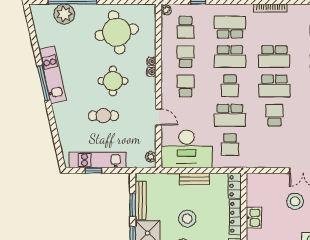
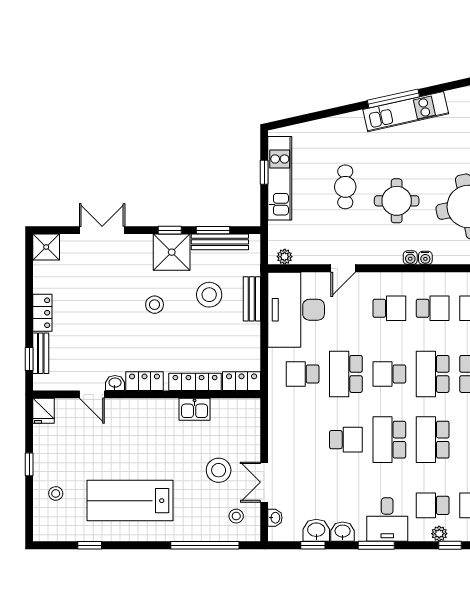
bench: (195, 179) -> (252, 299), moved
stool: (187, 219) -> (209, 295), moved

